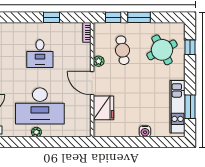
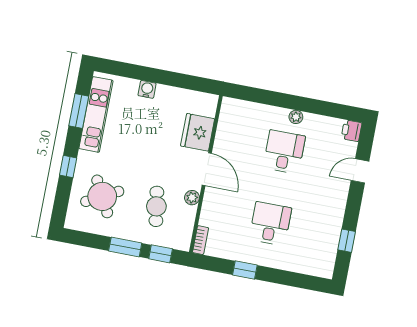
window: (190, 47) -> (68, 167), moved
desk: (40, 106) -> (284, 152), width x0.53, depth x0.77

